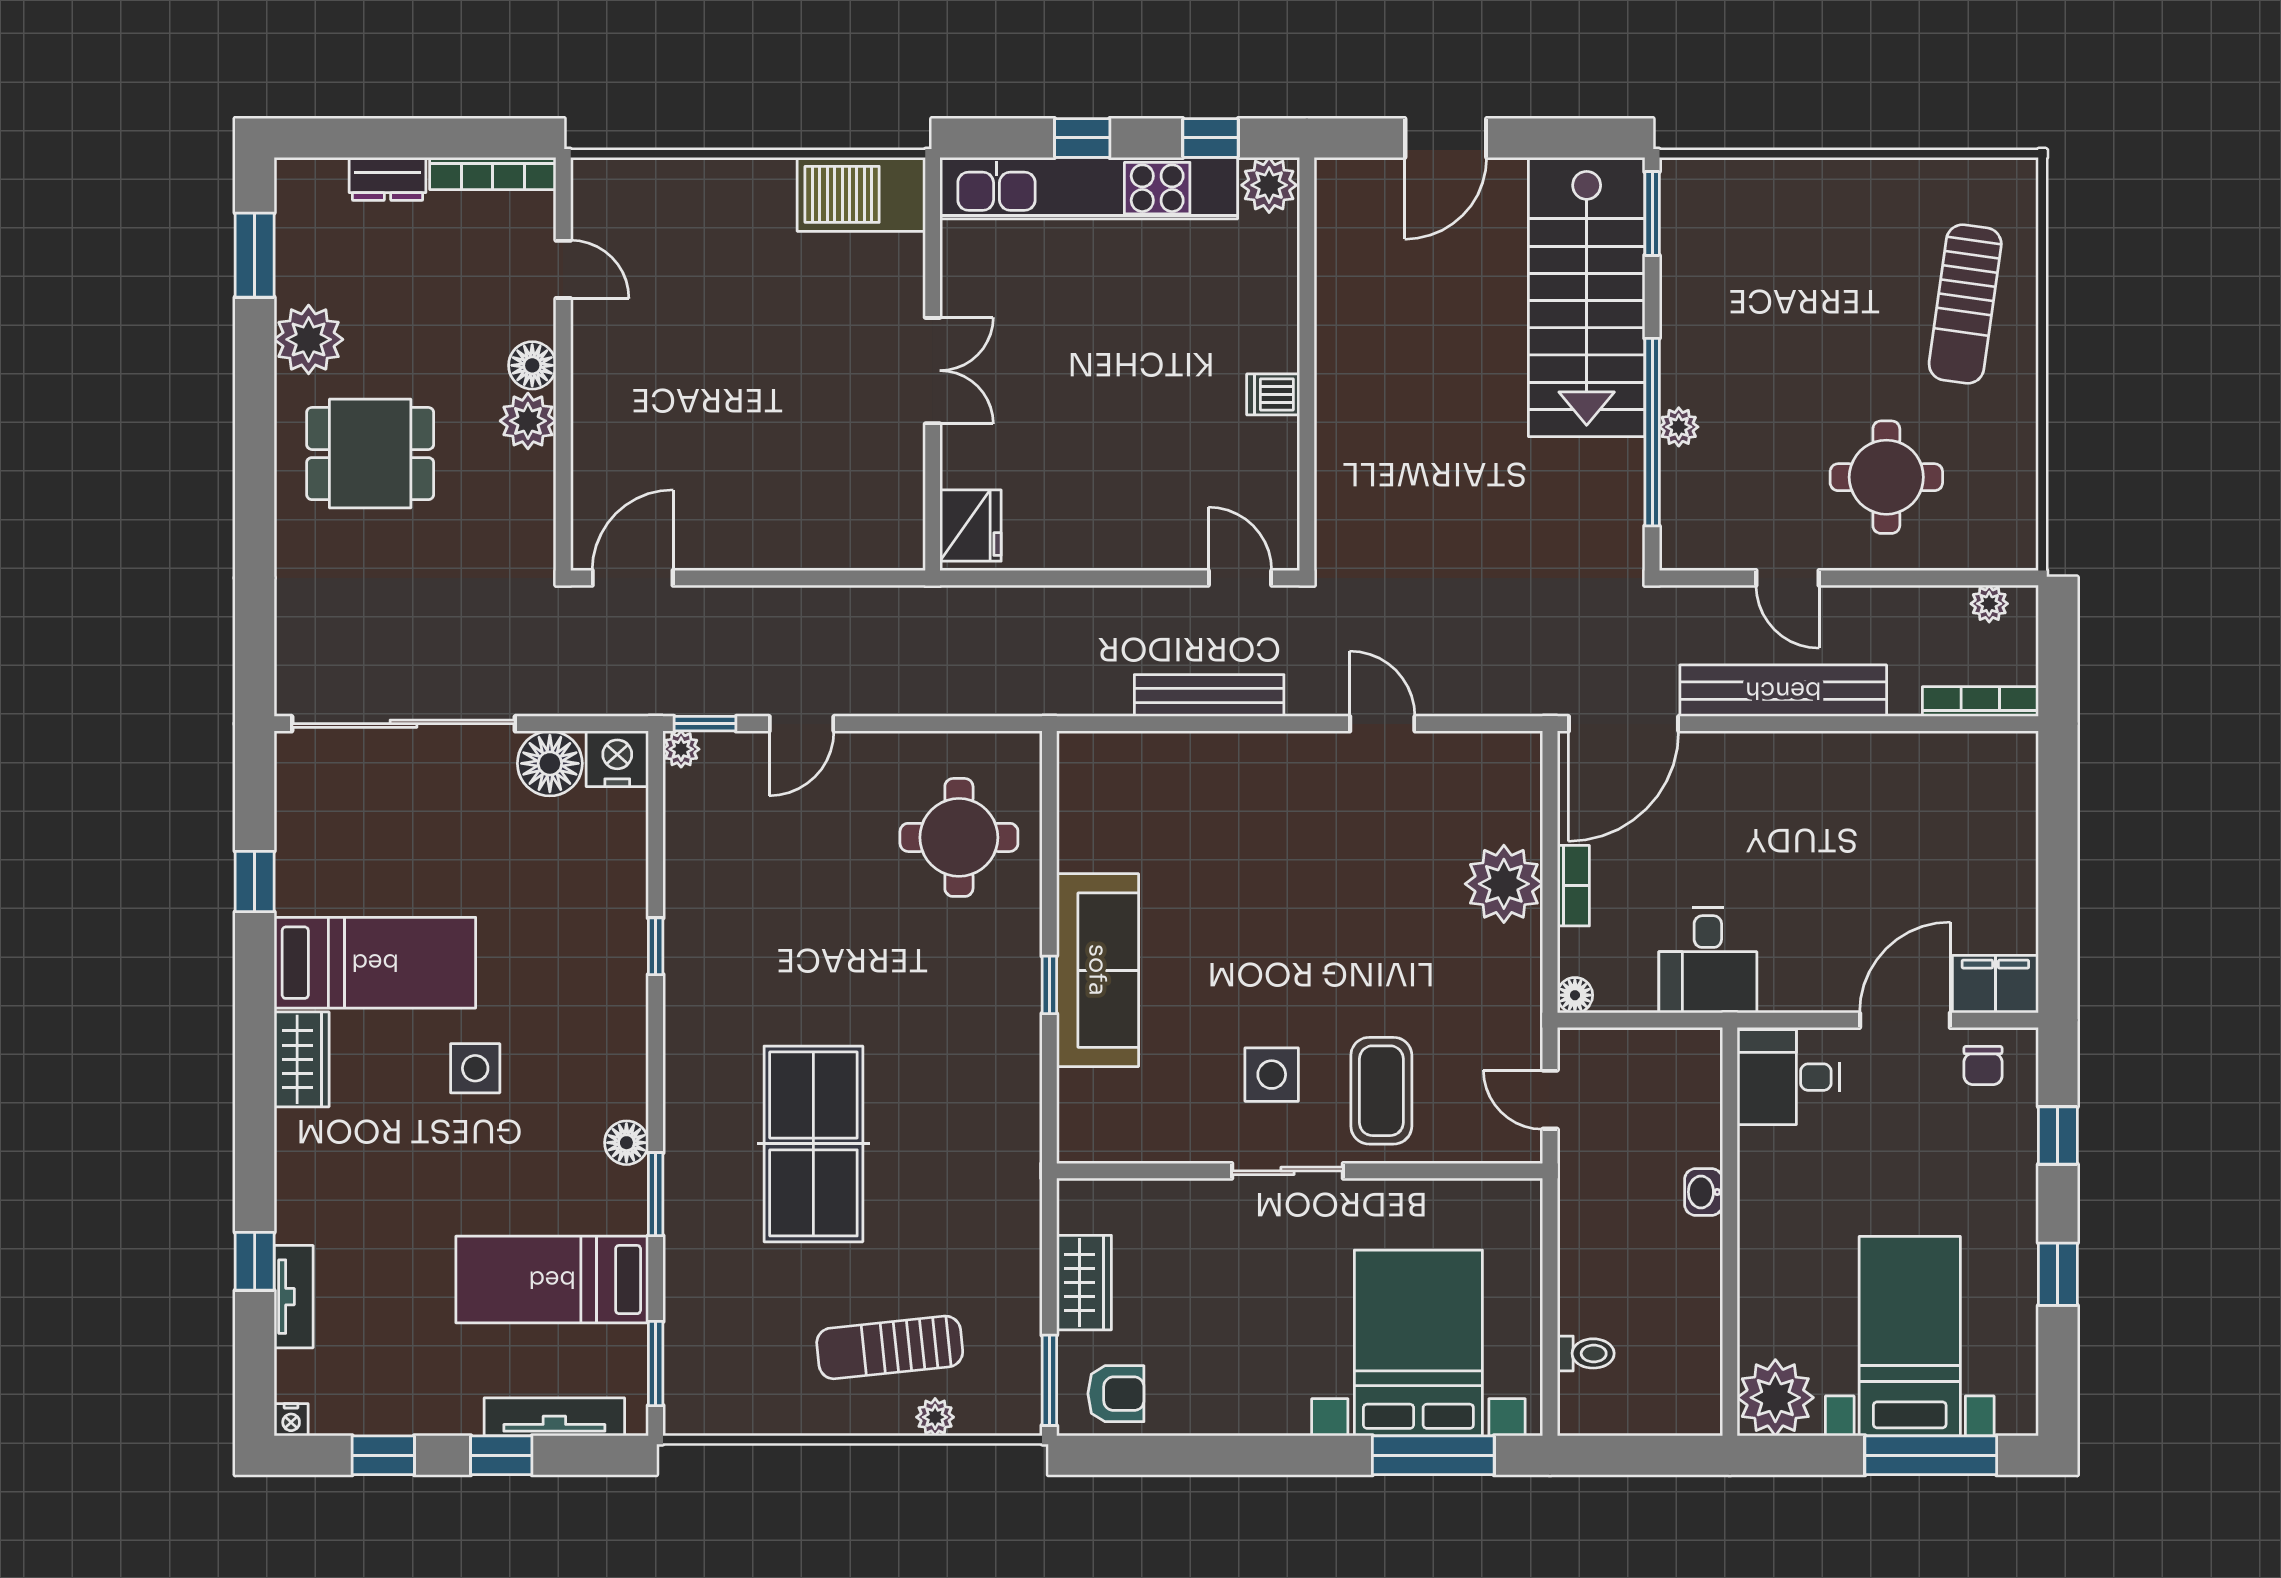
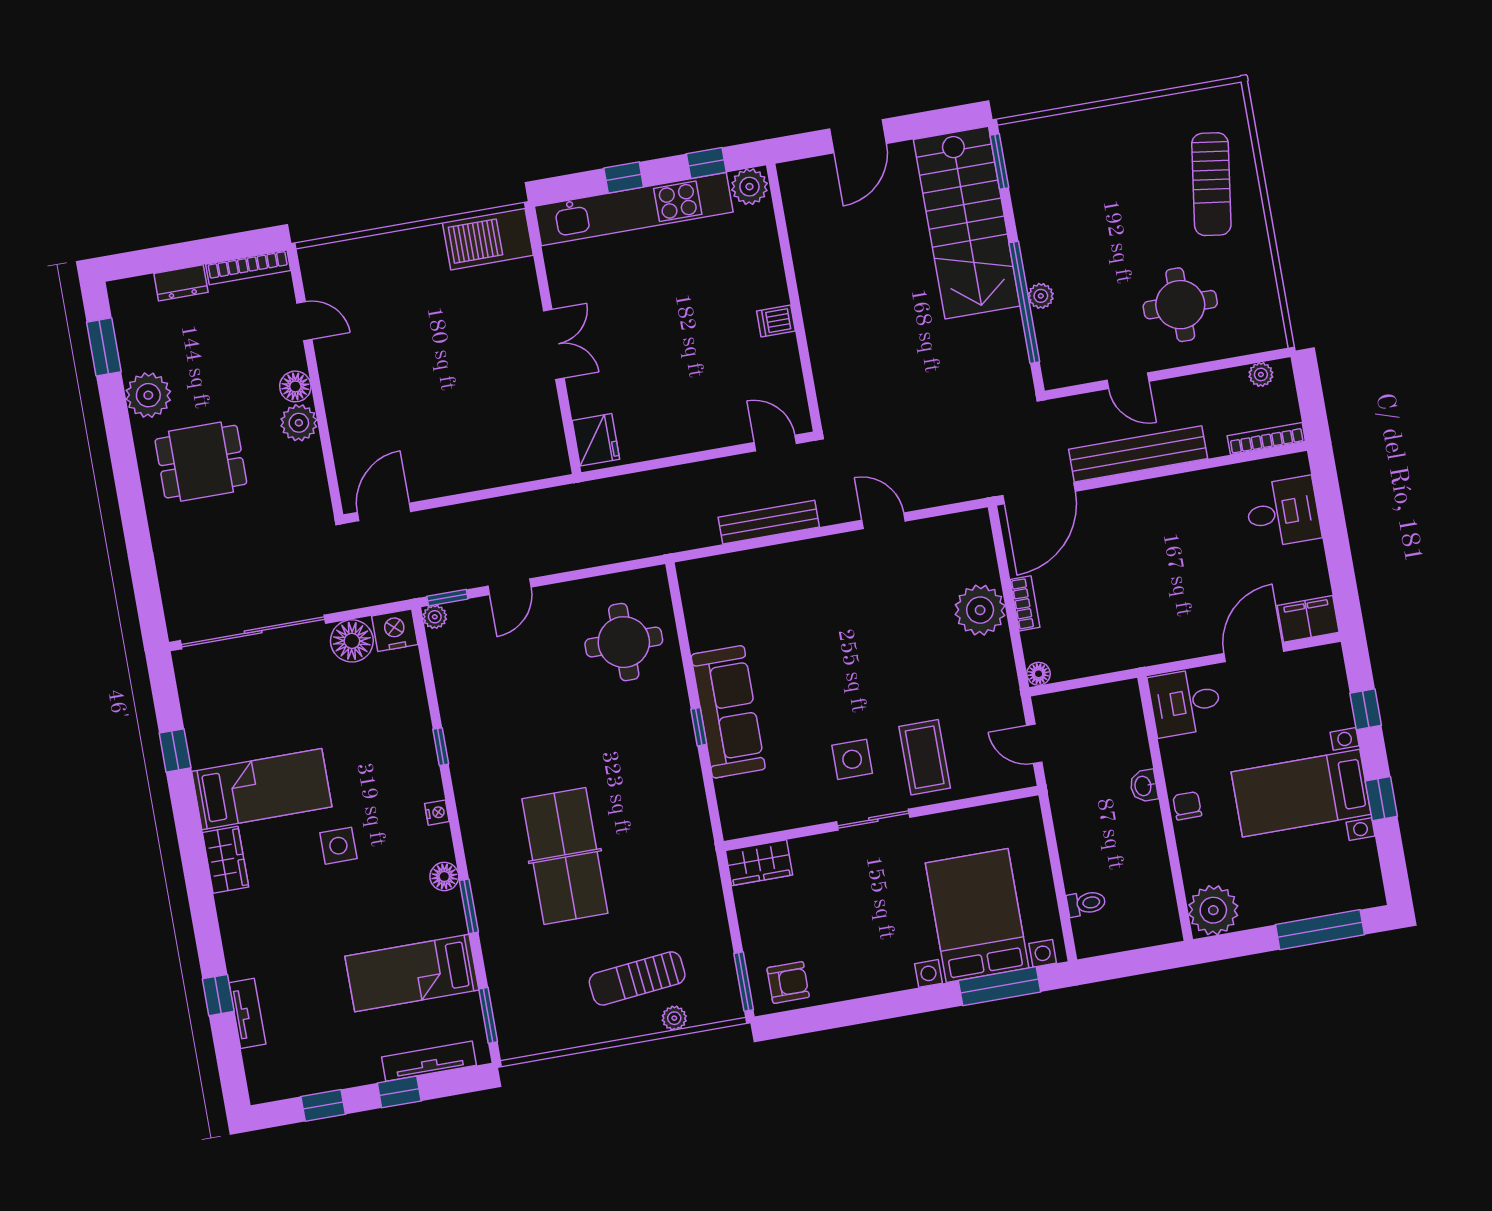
desk: (1708, 960) -> (1283, 512), moved, turned -90
chair: (1983, 1066) -> (1187, 806), moved, turned 180
wardrobe: (1084, 1283) -> (759, 863), moved, turned 90
bed with nightstands: (1910, 1336) -> (1301, 793), moved, turned -90
nightstand: (291, 1420) -> (437, 813), moved, turned -90

